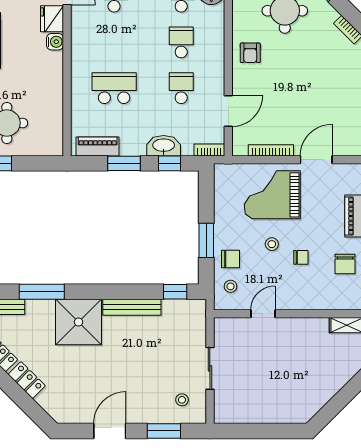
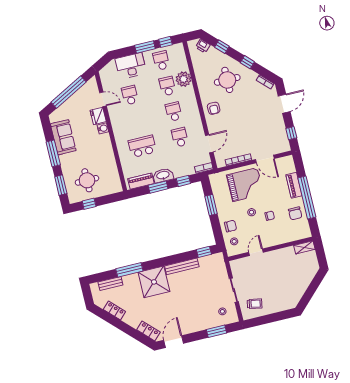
washbasin: (164, 146) -> (163, 175), moved
door: (316, 160) -> (265, 159), swing flipped
grand piano: (272, 195) -> (245, 185), turned 180
window: (206, 240) -> (211, 205), moved
locker: (27, 380) -> (148, 331), moved
trolley: (240, 400) -> (255, 304), added
door: (110, 431) -> (174, 342), moved

